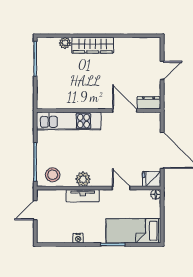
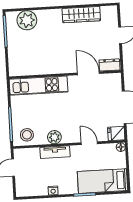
plant: (65, 43) -> (27, 20), width x1.88, depth x1.88
wardrobe: (93, 45) -> (81, 15), moved

